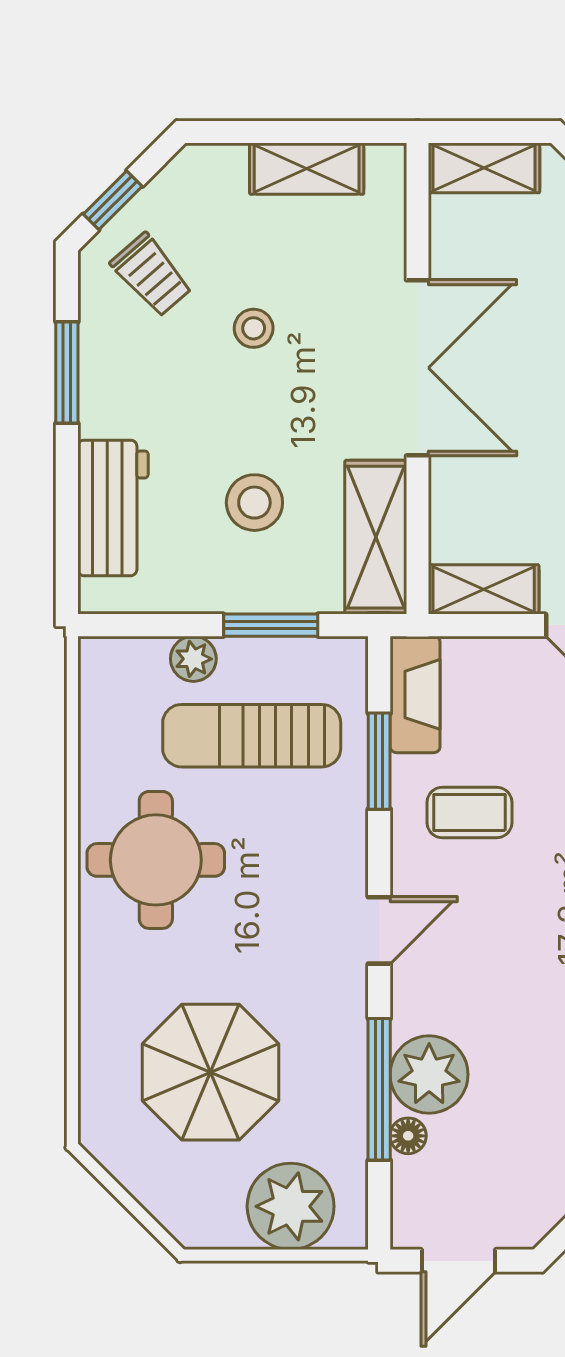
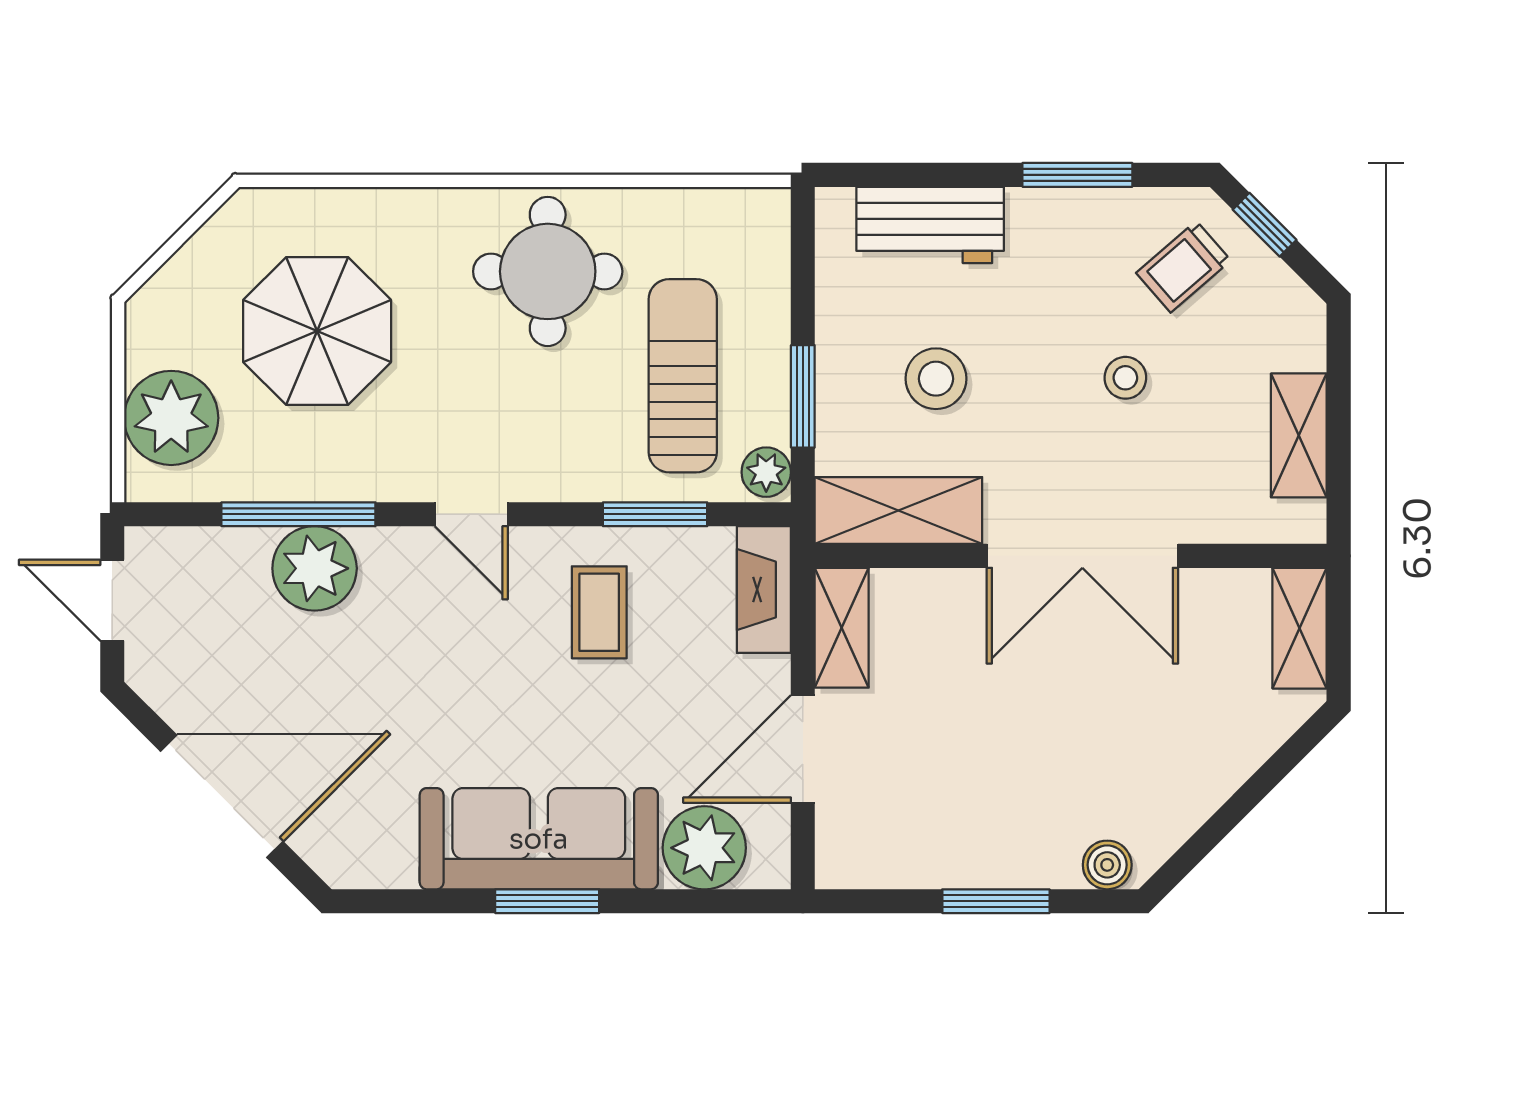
plant: (193, 659) -> (766, 472), moved
fireplace: (415, 694) -> (764, 590), moved, turned 90
floor lamp: (408, 1136) -> (248, 546), removed

